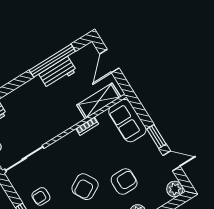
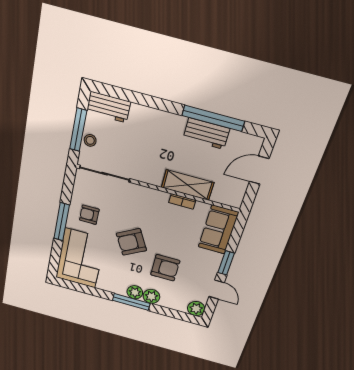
shelving: (99, 101) -> (188, 185), moved

